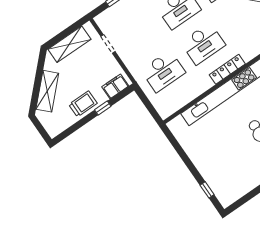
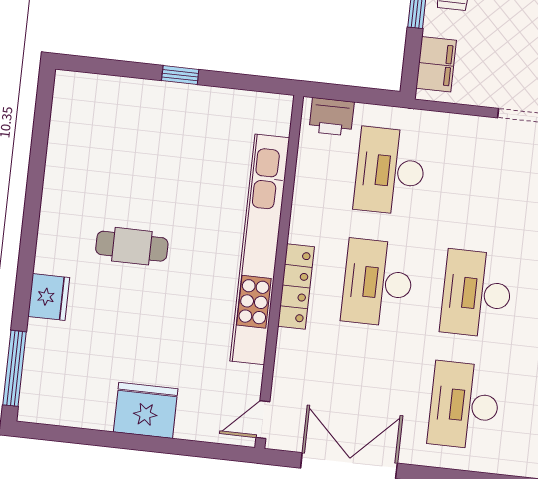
printer: (162, 106) -> (332, 117), added
window: (207, 190) -> (180, 75), moved

